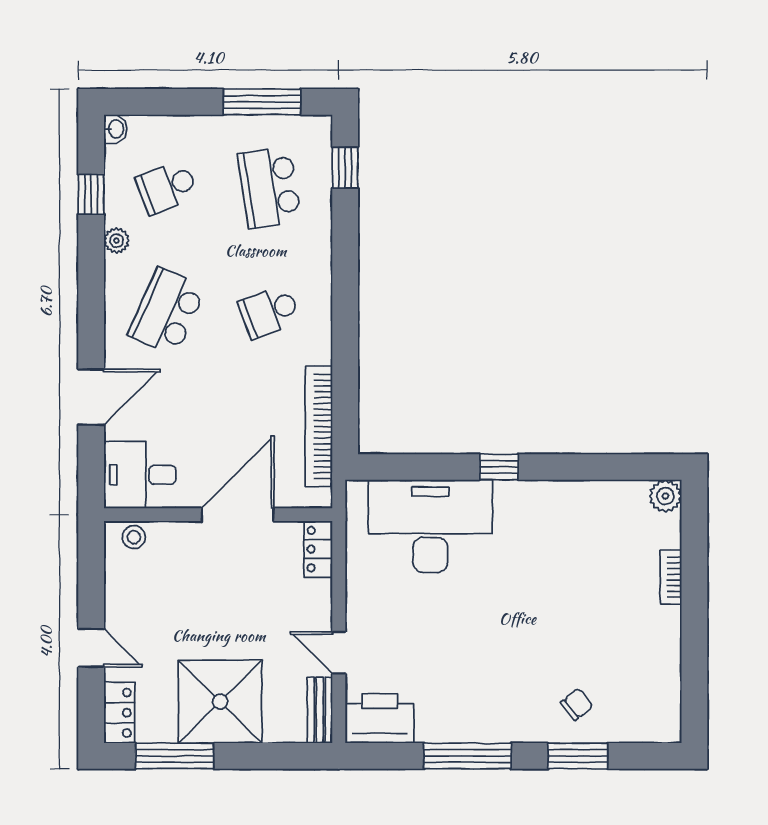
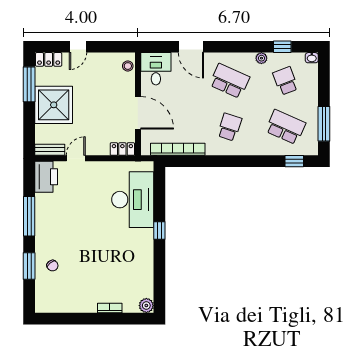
school desk: (269, 187) -> (285, 127), turned 33
school desk: (269, 311) -> (229, 127), turned 39

